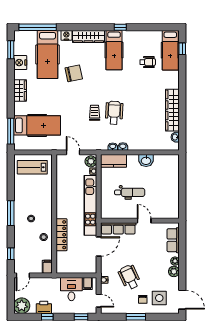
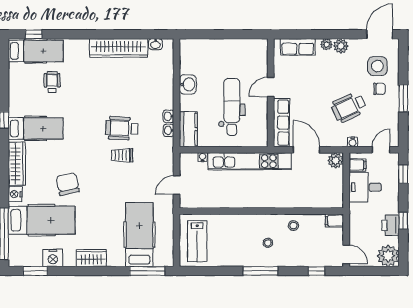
plant: (91, 161) -> (336, 160), moved
dental chair: (130, 192) -> (232, 107), width x1.36, depth x1.38
locker: (61, 235) -> (290, 201), removed

